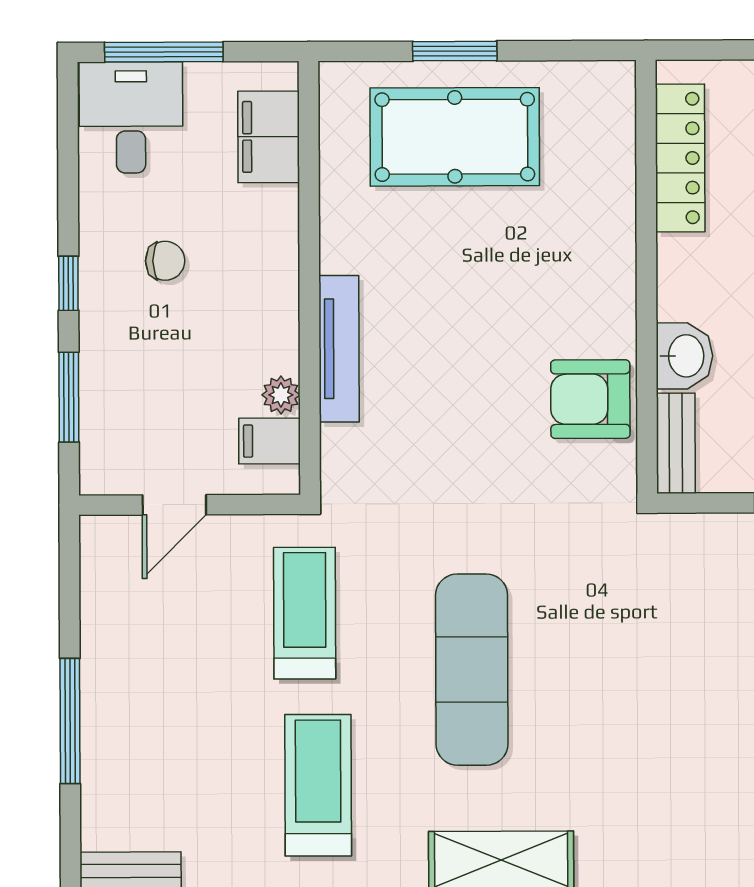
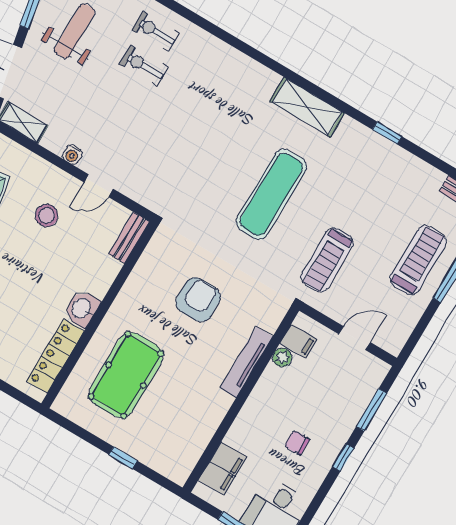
window: (455, 51) -> (123, 458), width x0.67
pool table: (455, 137) -> (126, 375), moved, turned 90
washbasin: (685, 356) -> (82, 309), moved
armchair: (590, 399) -> (198, 300), moved, turned -90
treadmill: (318, 785) -> (418, 260), moved, turned 180

